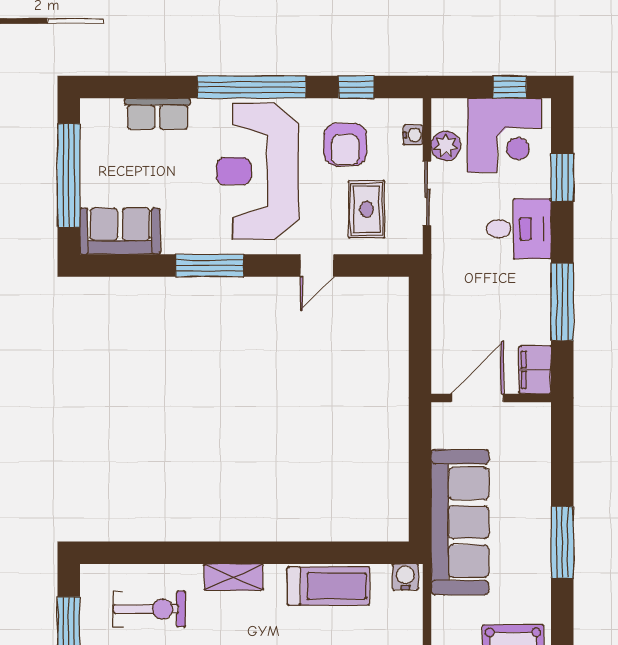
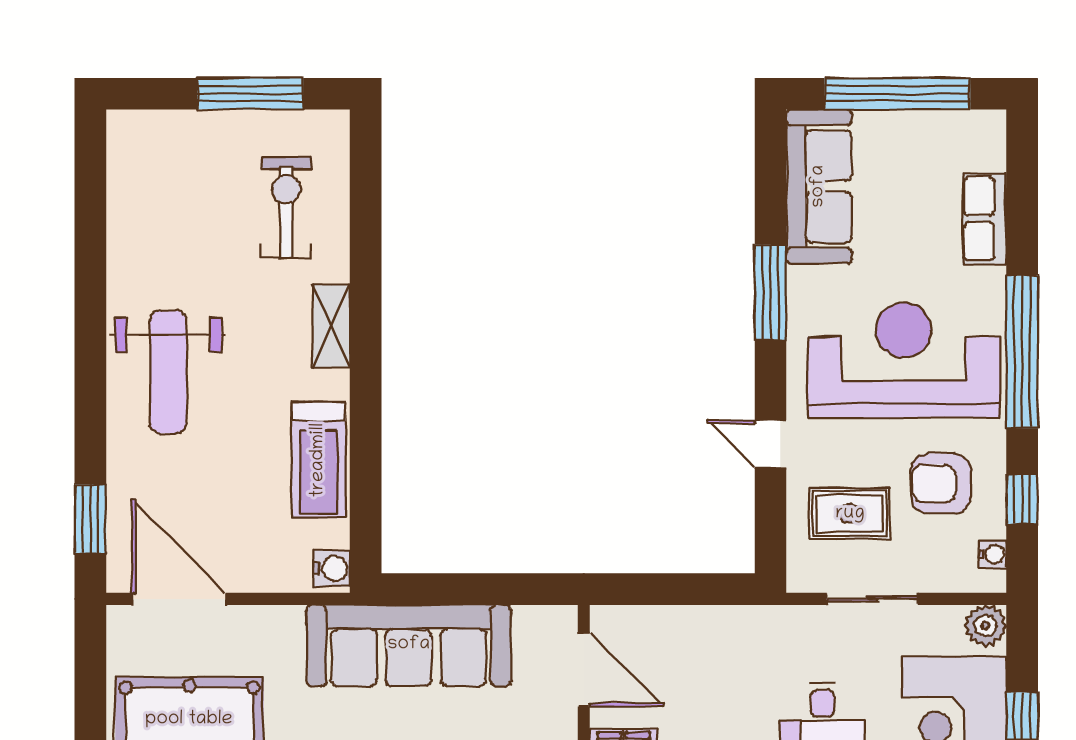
water cooler: (413, 135) -> (993, 554), moved, turned -90
plant: (446, 146) -> (986, 626), moved
sofa: (120, 231) -> (819, 186), width x1.36
exercise bike: (149, 609) -> (286, 208), turned 180

